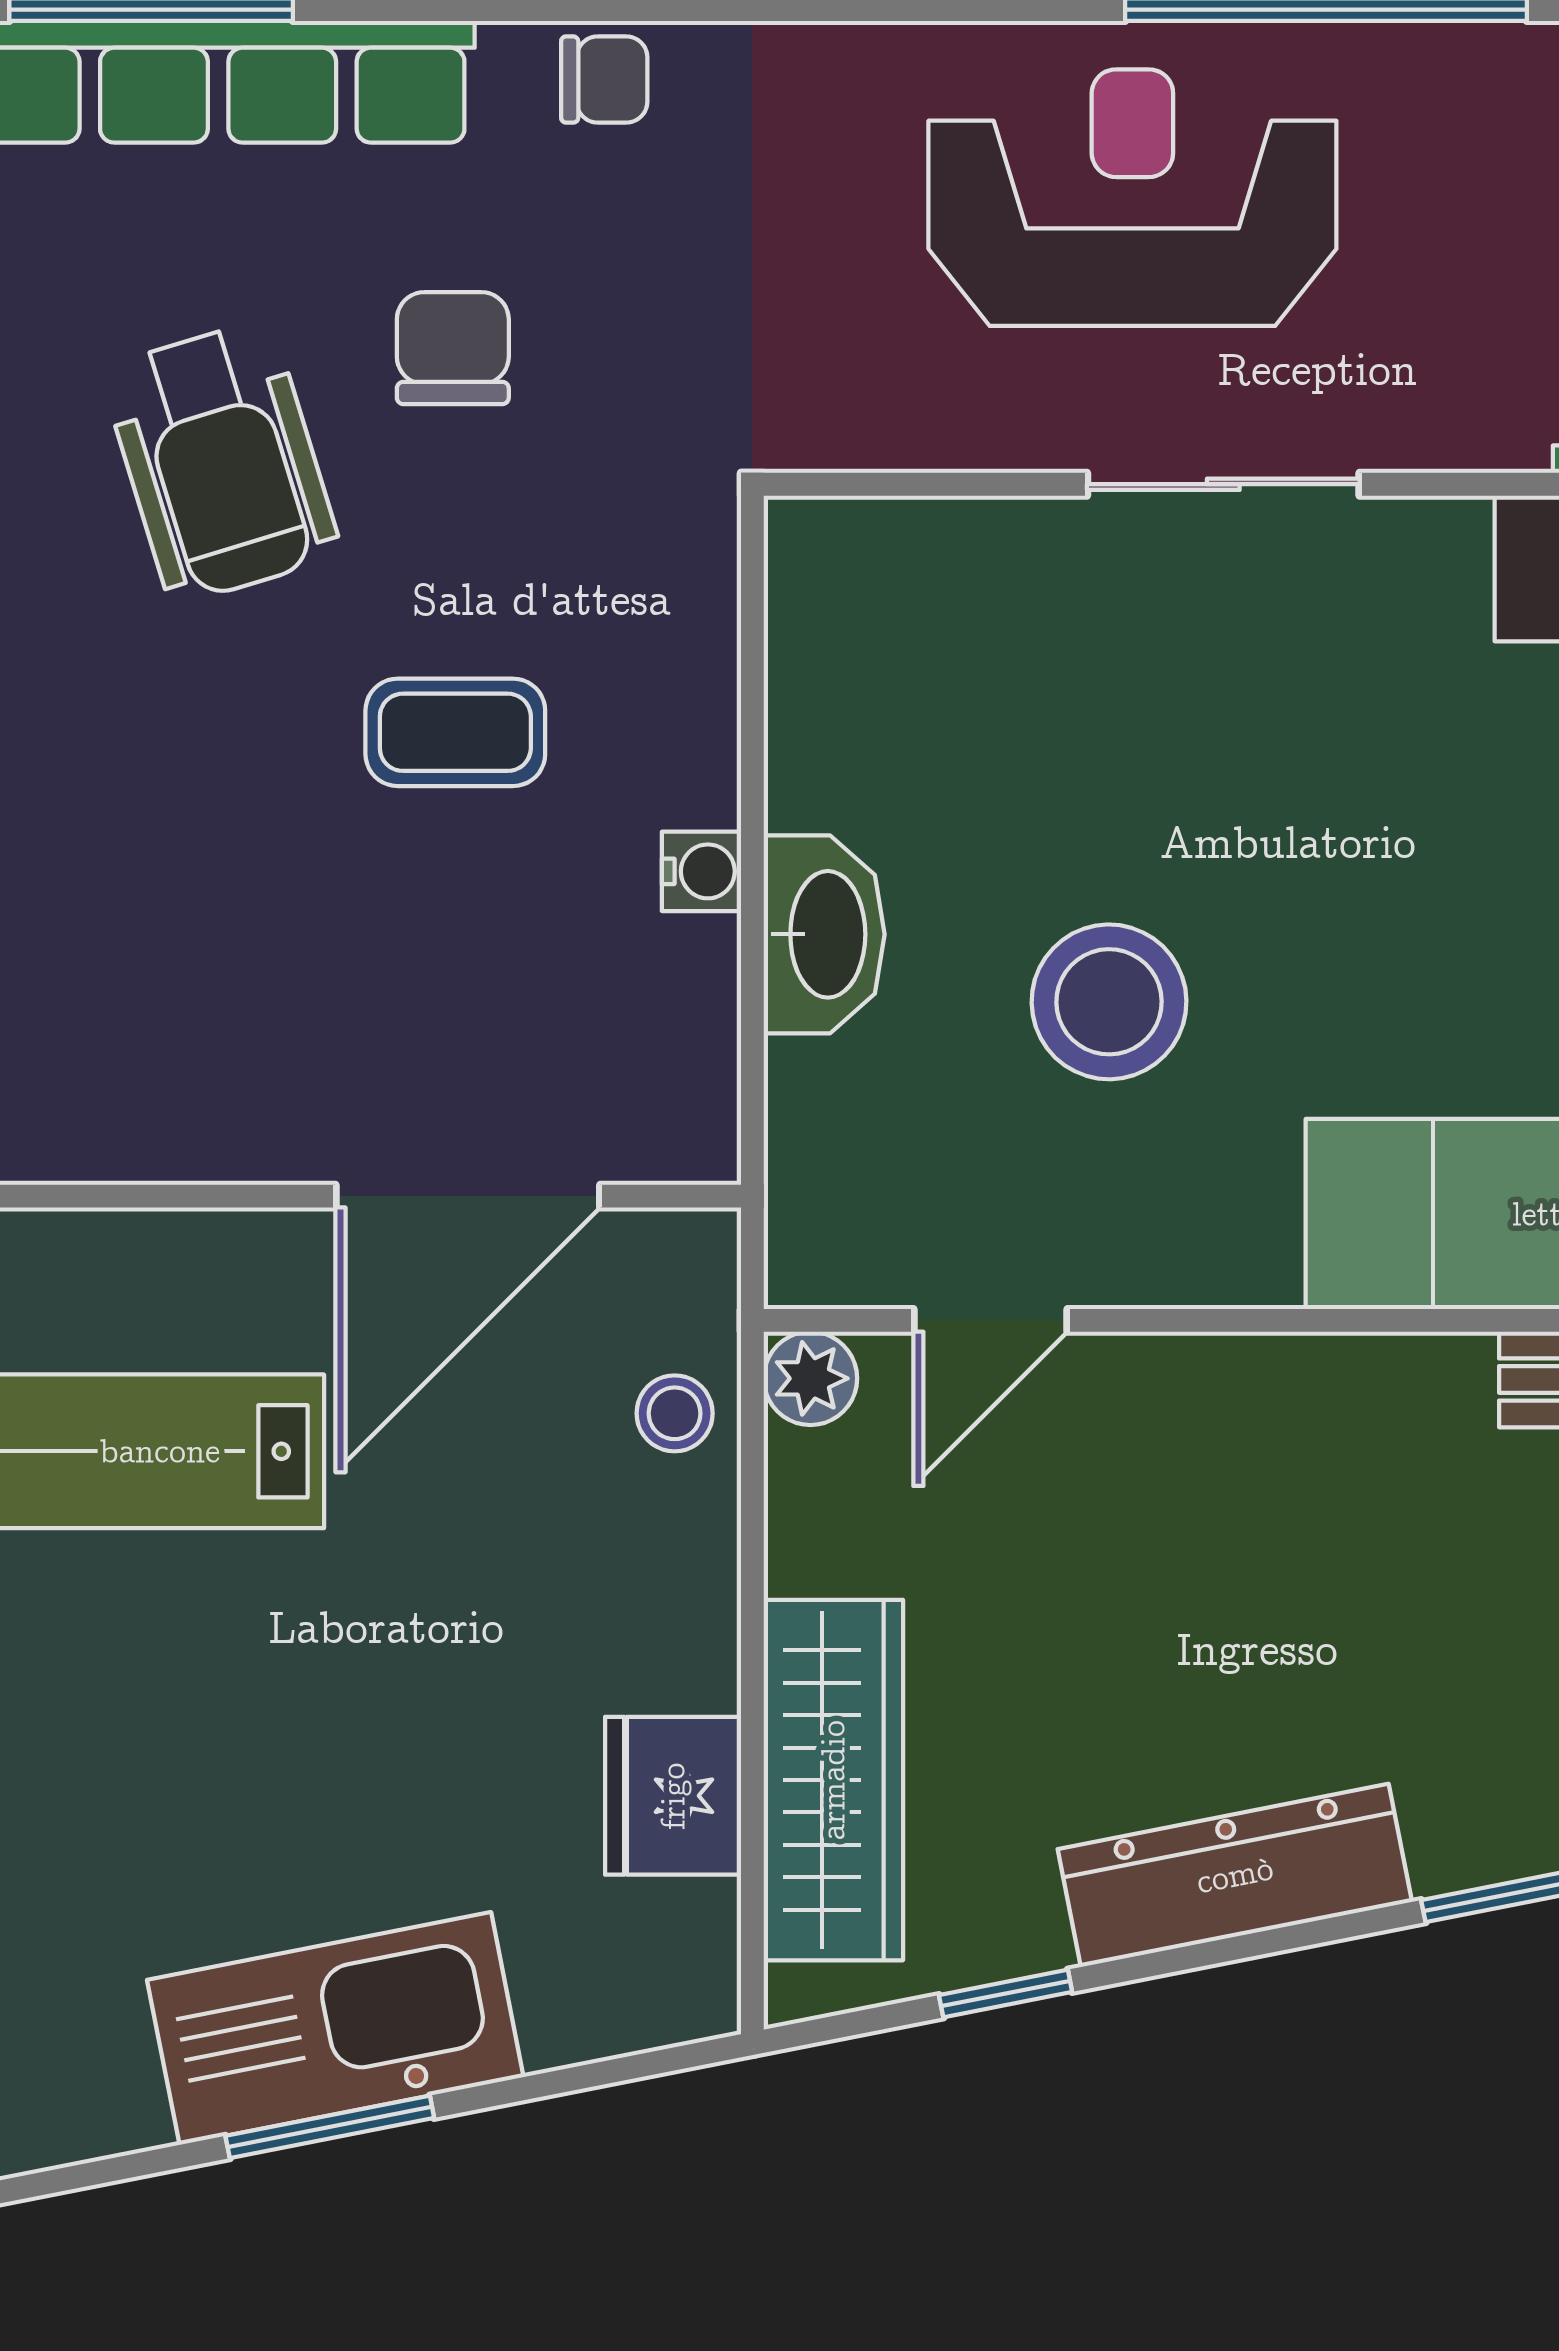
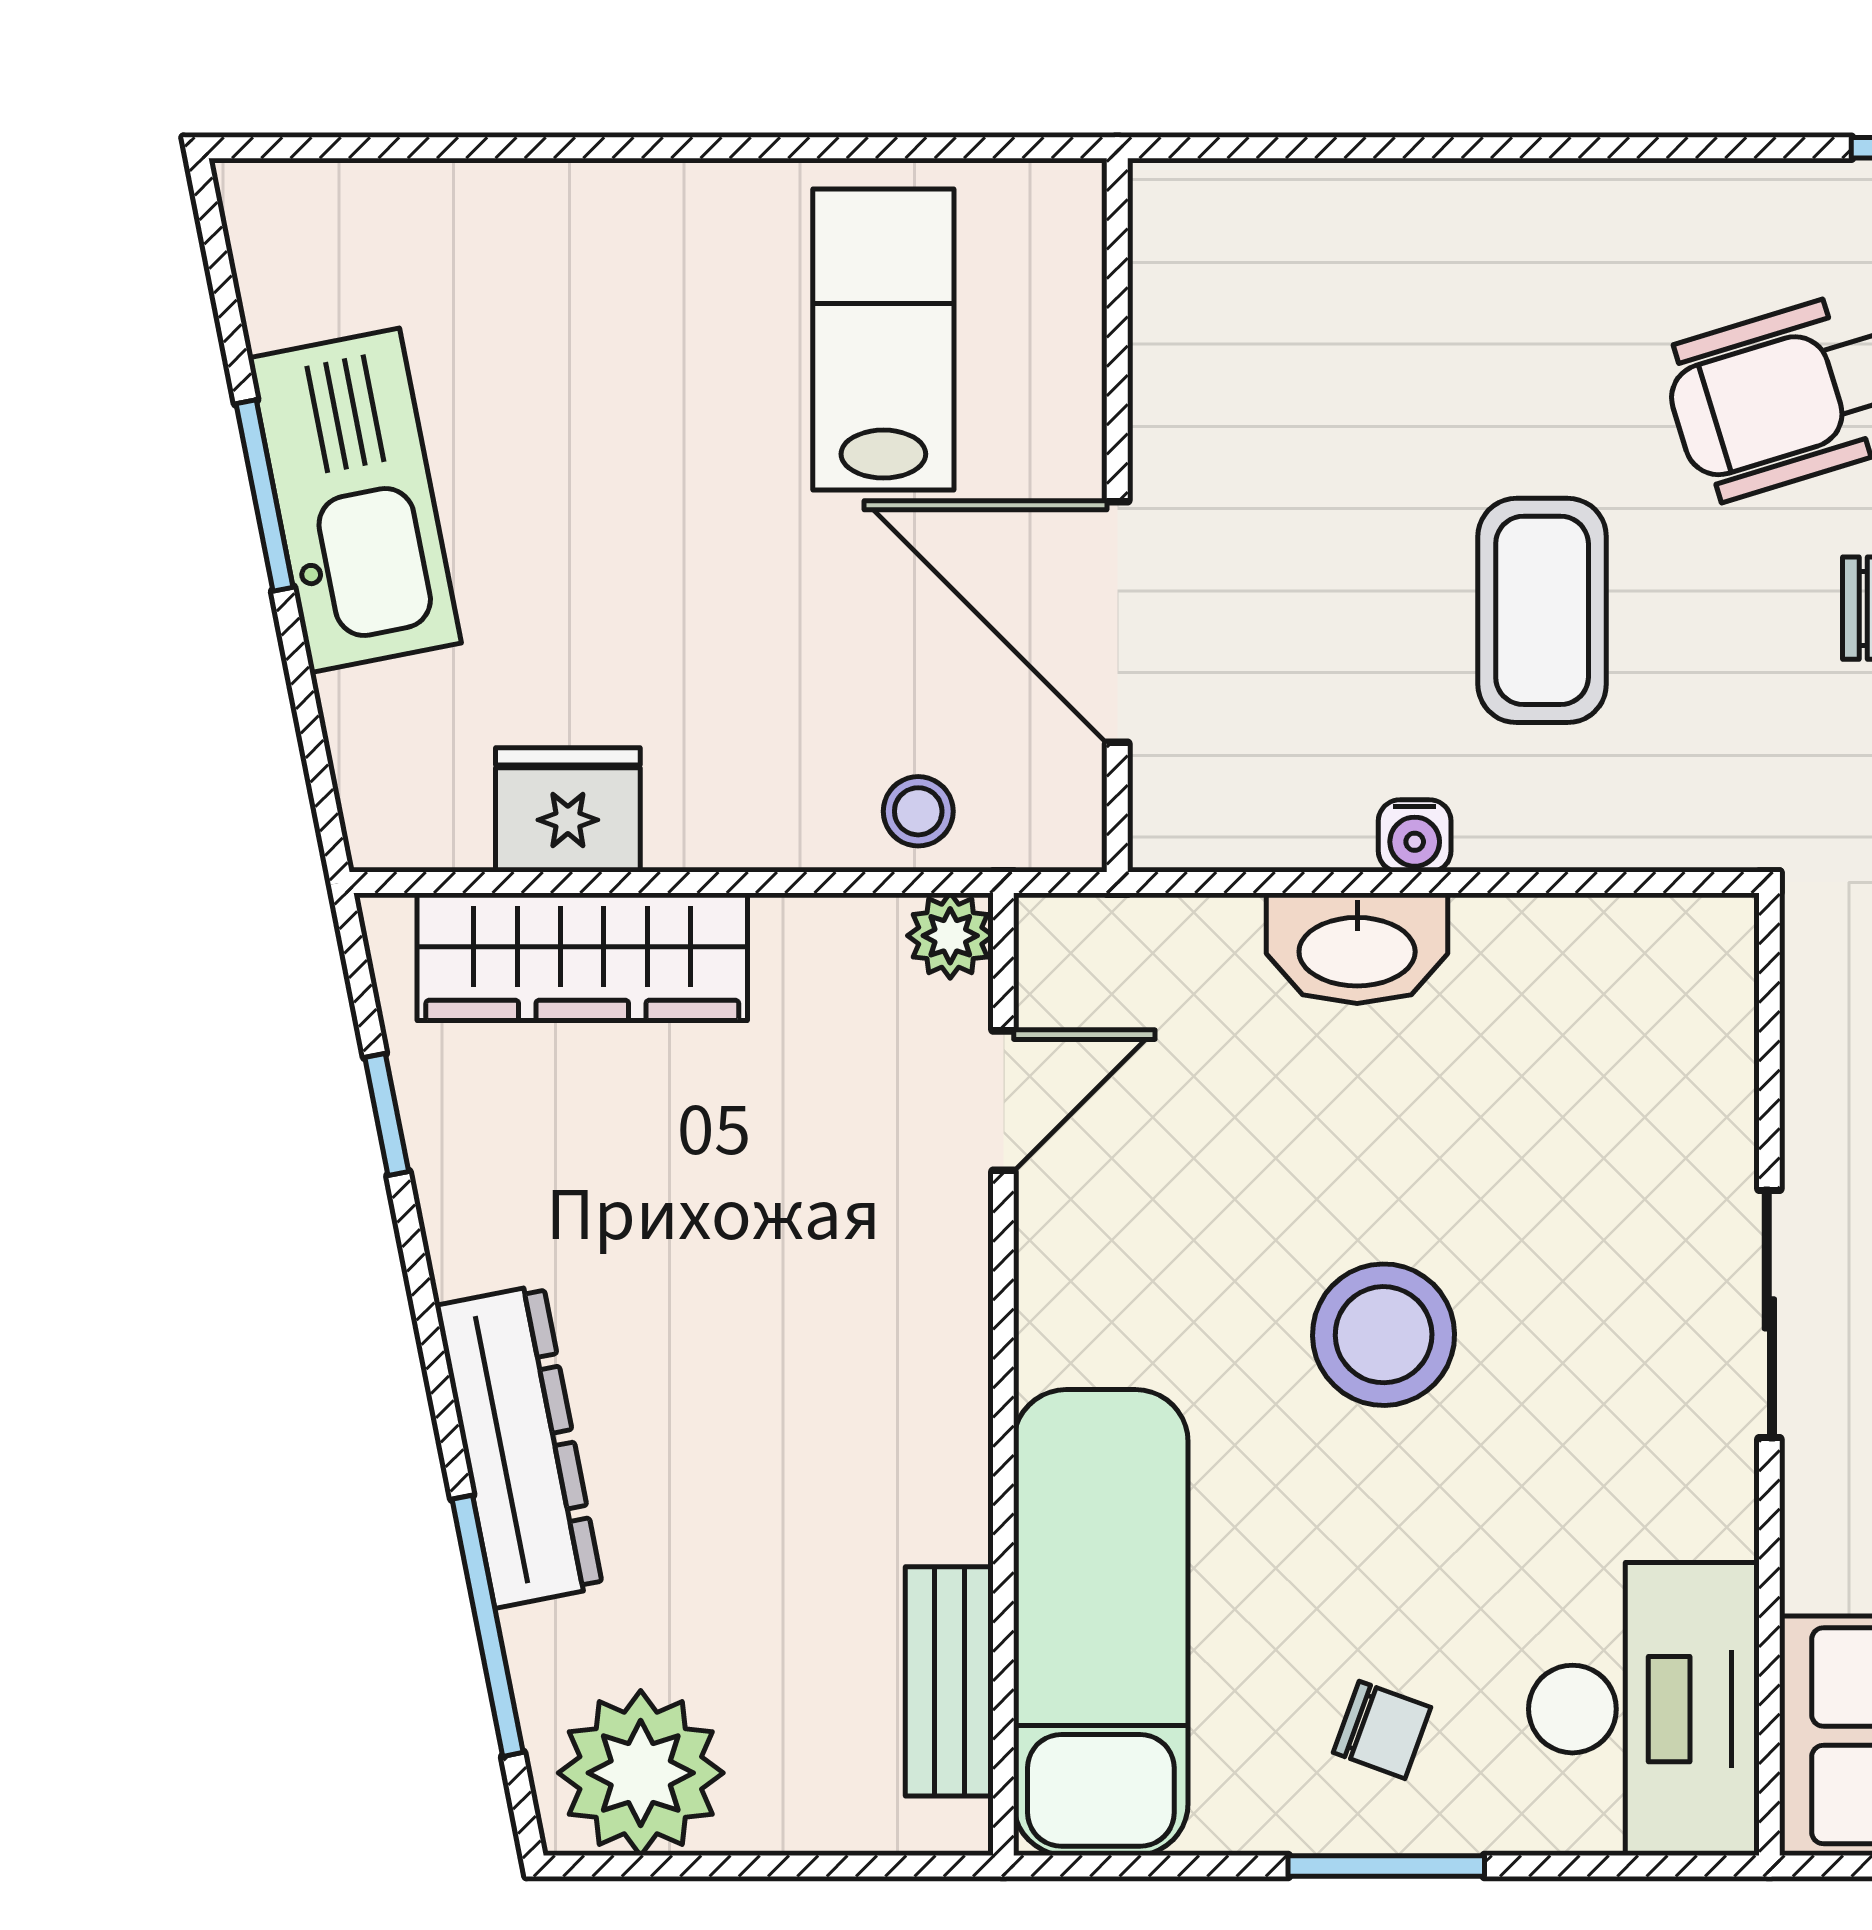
coffee table: (455, 732) -> (1542, 610), width x1.36, depth x1.30
stool: (1109, 1002) -> (1384, 1335), moved
door: (990, 1320) -> (1003, 1101), swing flipped
dresser: (1235, 1875) -> (519, 1446), moved

